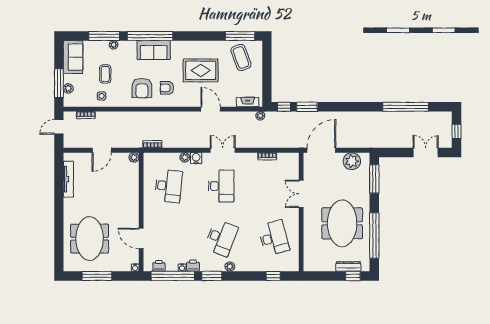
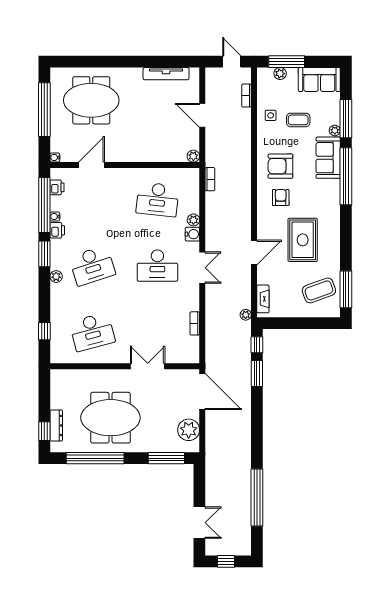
sofa: (154, 50) -> (328, 158), moved
desk: (221, 238) -> (92, 266), turned -39
window: (97, 276) -> (44, 110), width x1.46

